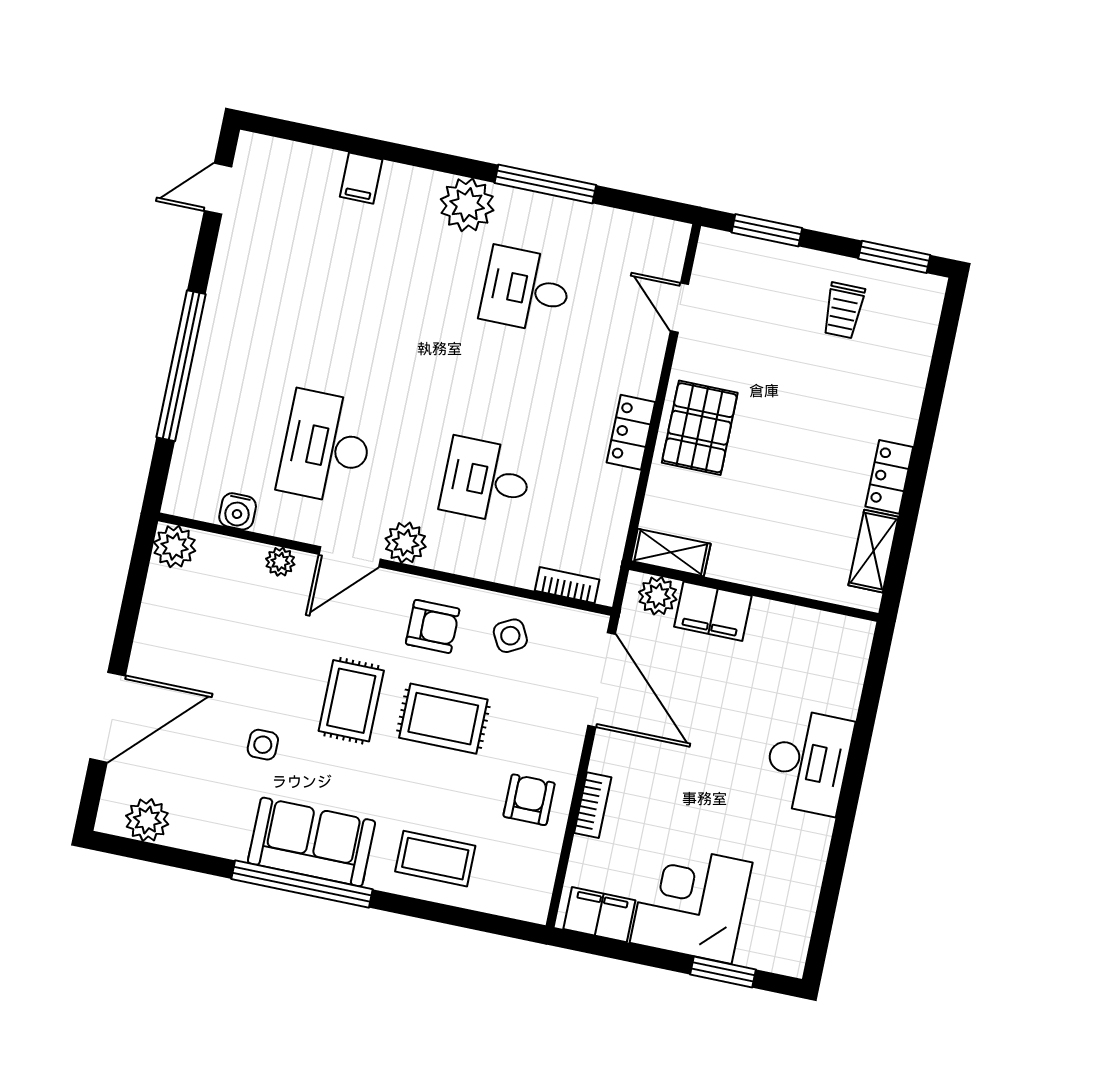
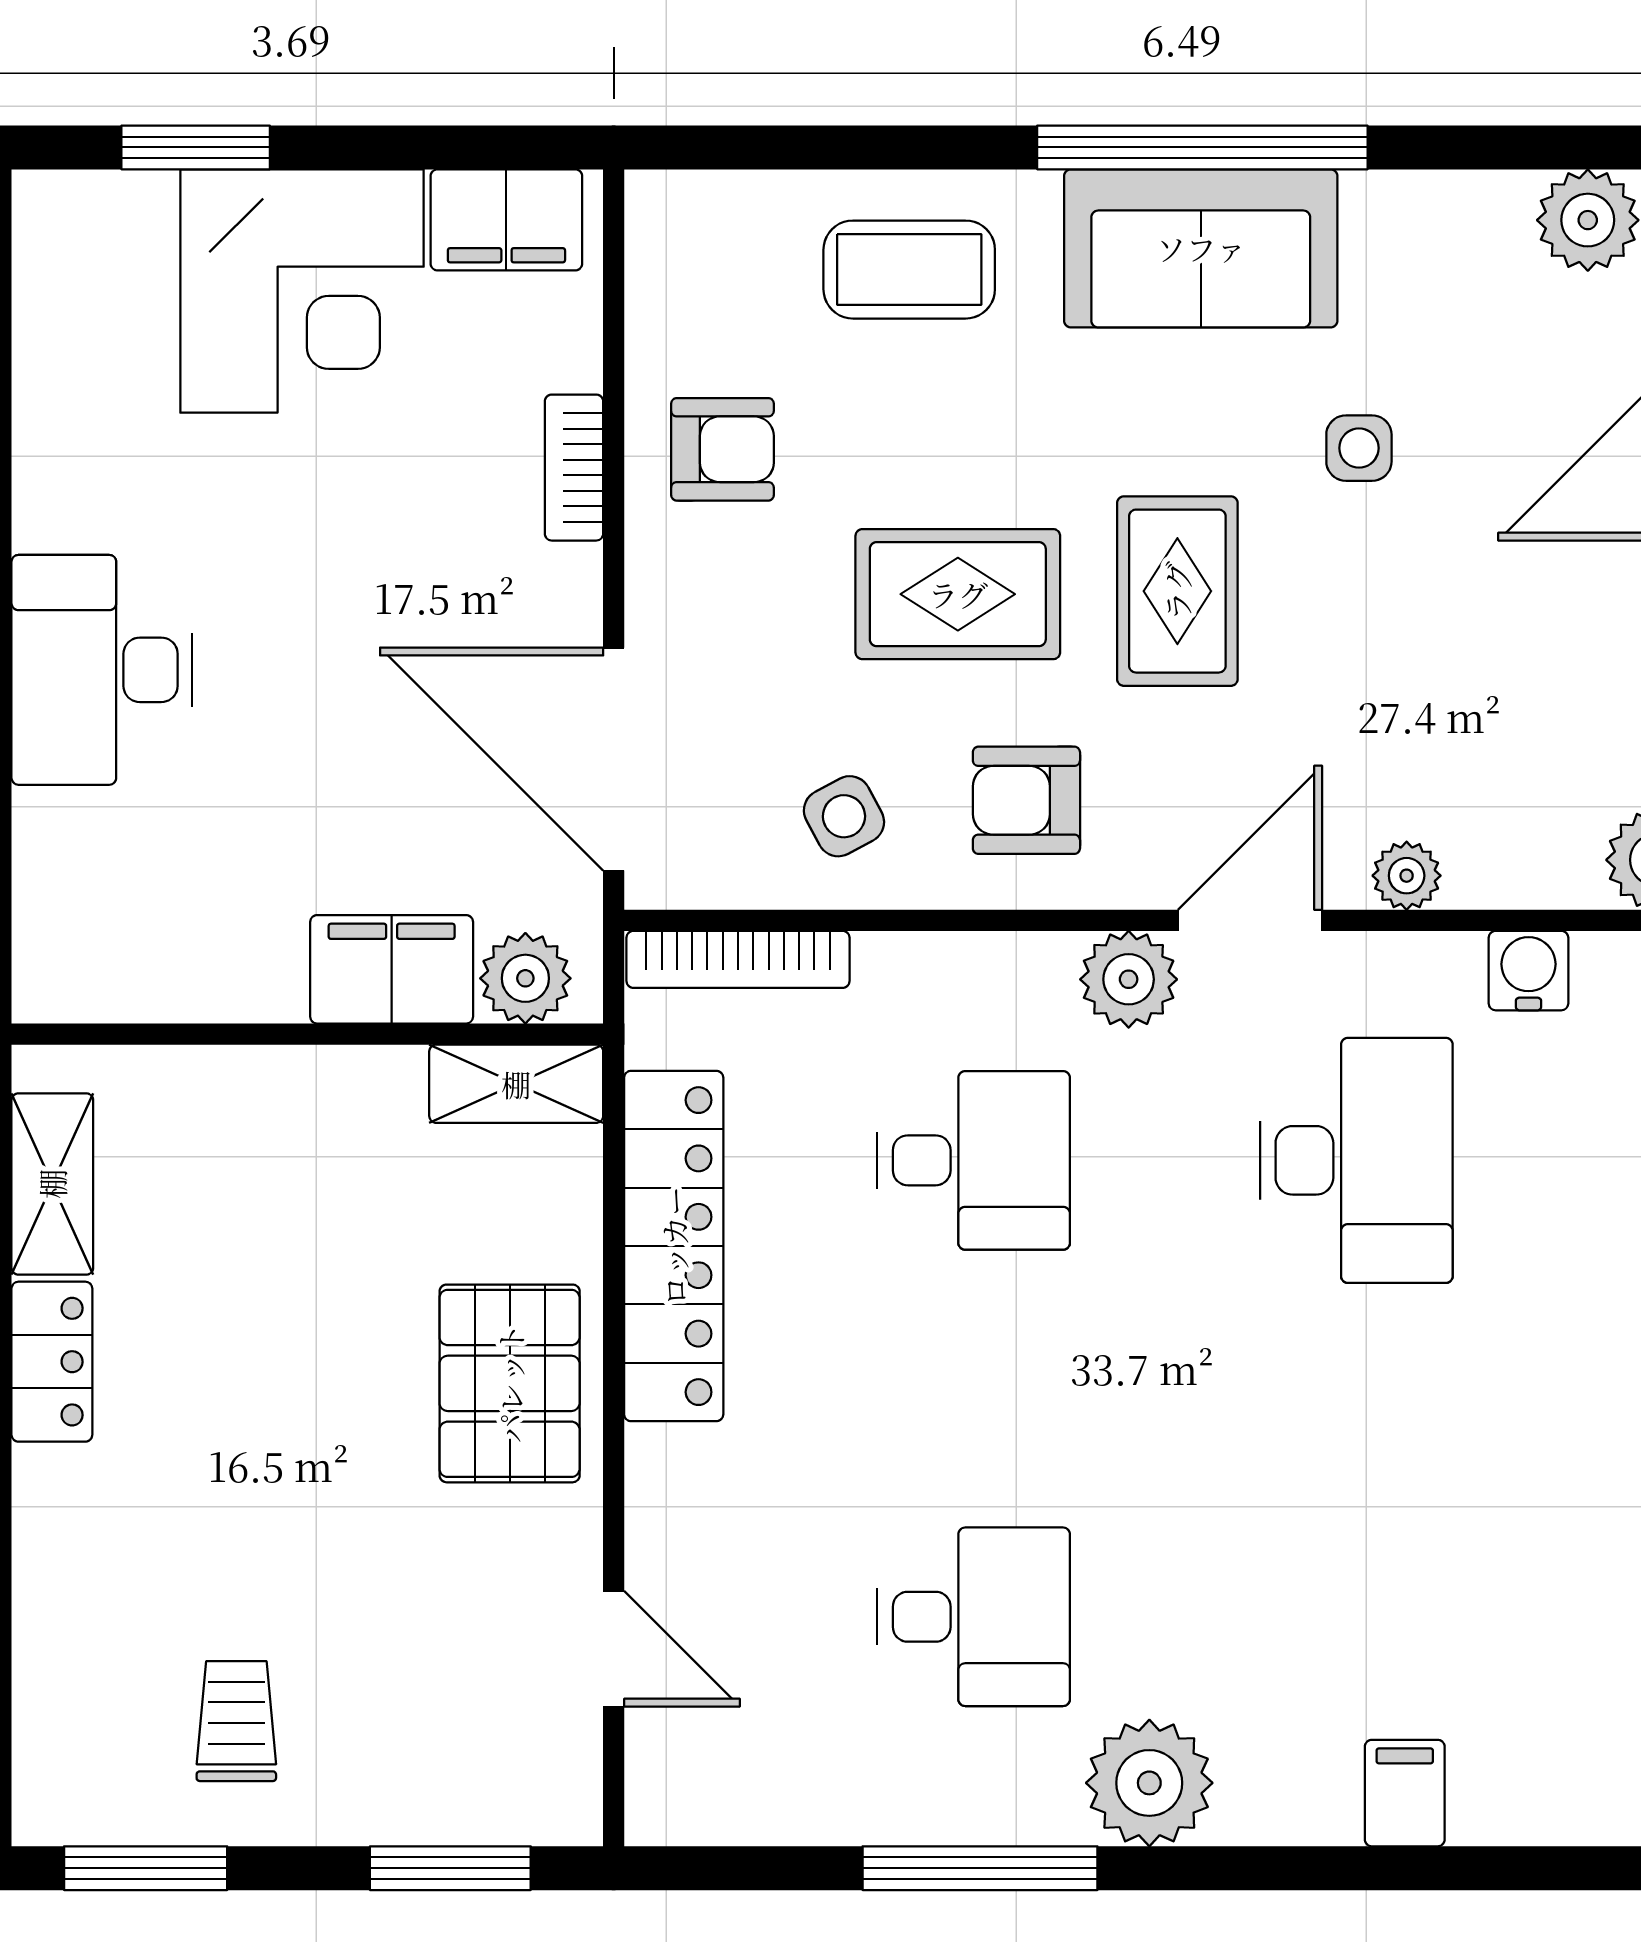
locker: (631, 432) -> (674, 1246), width x2.16, depth x1.21
bookcase: (567, 585) -> (738, 959), width x1.56
armchair: (529, 800) -> (723, 449), turned -90

